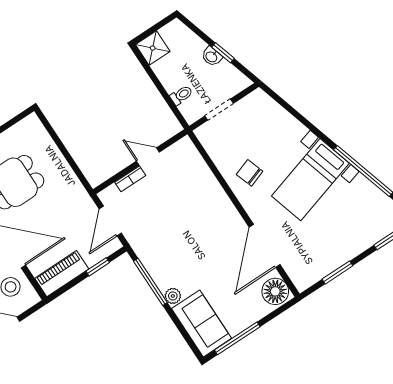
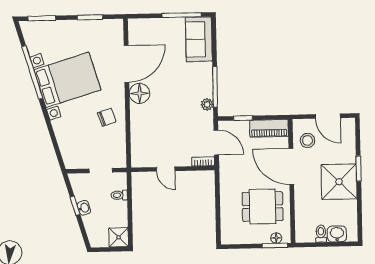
chair: (250, 173) -> (107, 117), turned -89
bookcase: (130, 179) -> (203, 161), moved
bed with nightstands: (310, 180) -> (67, 80), width x1.36
door: (110, 221) -> (216, 143), hinge flipped
floor lamp: (275, 291) -> (140, 93), moved
plant: (173, 296) -> (207, 104), moved

